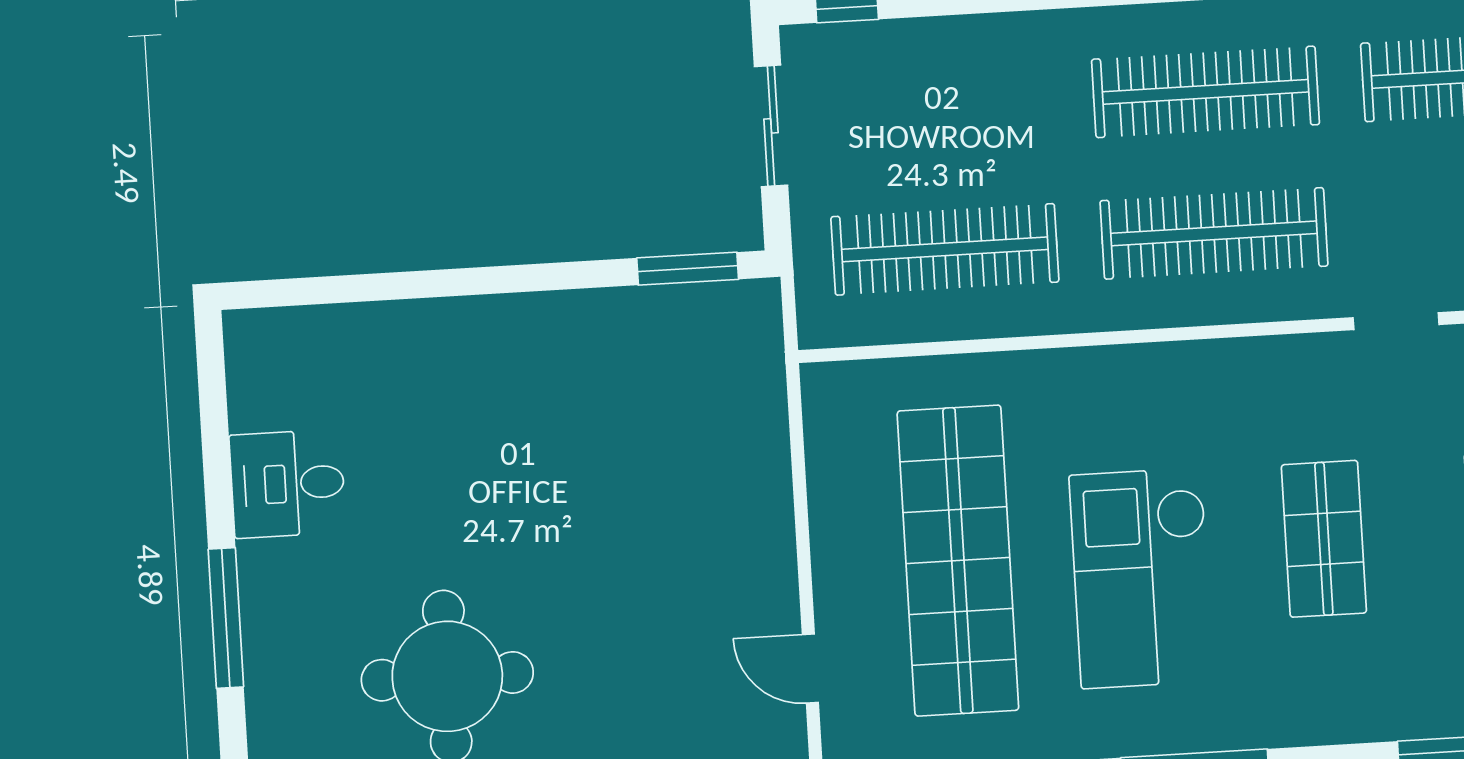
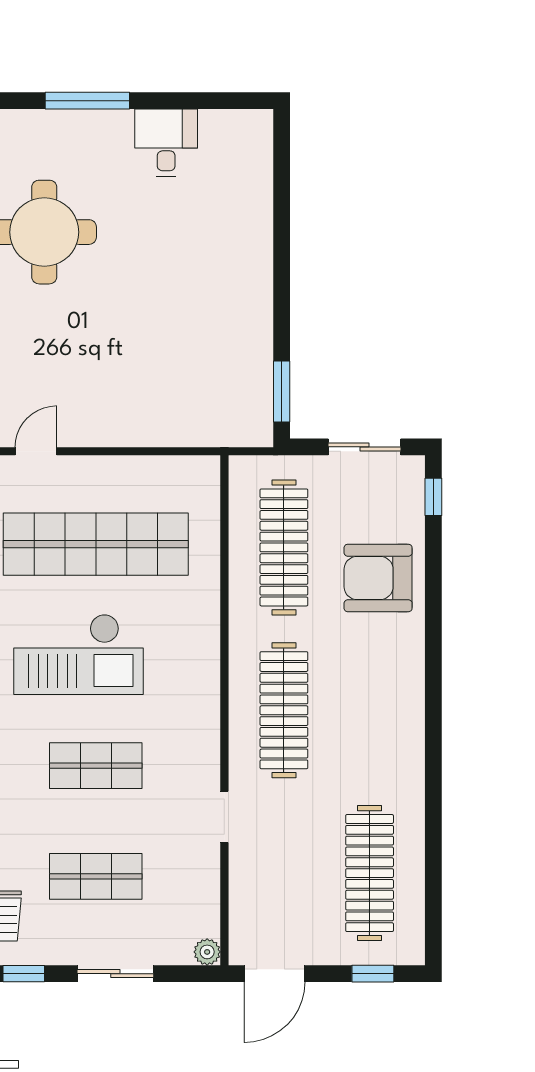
armchair: (986, 91) -> (378, 578), added
clothes rail: (1206, 92) -> (370, 710), removed
checkout: (1142, 578) -> (79, 654), turned 180

